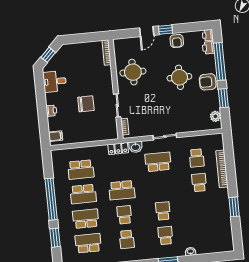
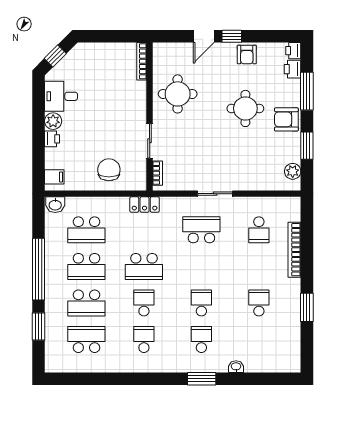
window: (220, 62) -> (307, 91), width x0.68
plant: (51, 99) -> (53, 121), added
chair: (86, 104) -> (109, 170), moved, turned -90
washbasin: (136, 147) -> (55, 205), moved
school desk: (199, 183) -> (259, 303), moved
school desk: (86, 219) -> (86, 303), turned 180
school desk: (127, 239) -> (144, 339), turned 180

